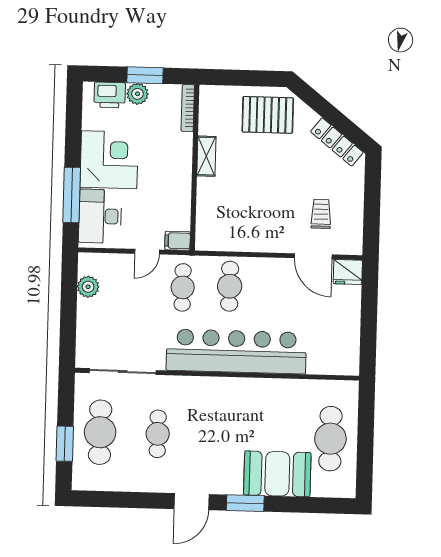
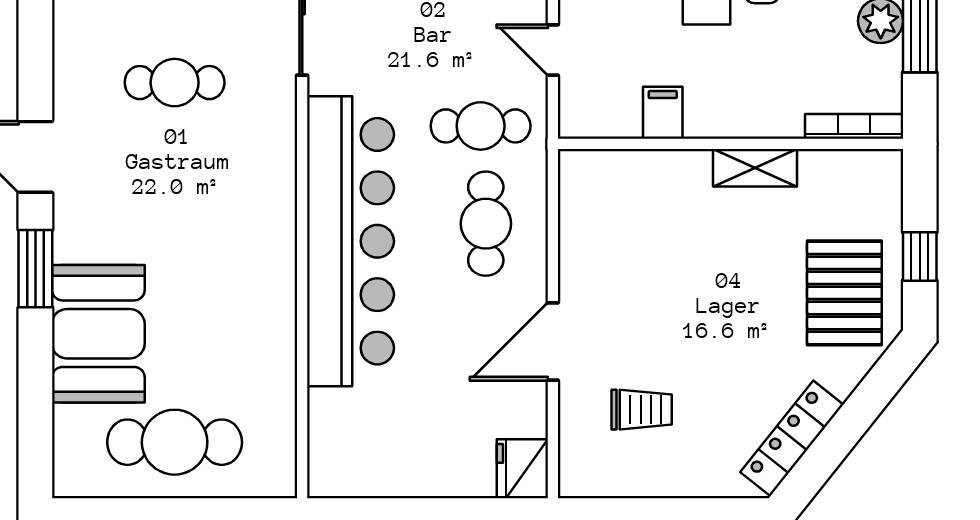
window: (251, 78) -> (920, 256), added
filing cabinet: (178, 241) -> (663, 113), moved
door: (313, 256) -> (553, 342), moved
cafe table: (230, 286) -> (486, 224), turned 90

